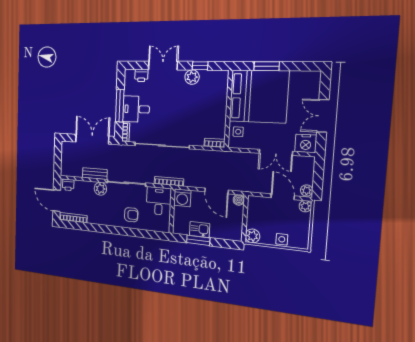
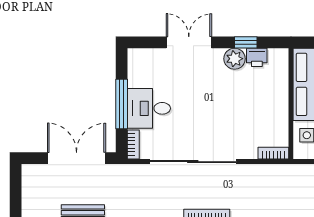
printer: (141, 75) -> (257, 57), moved

